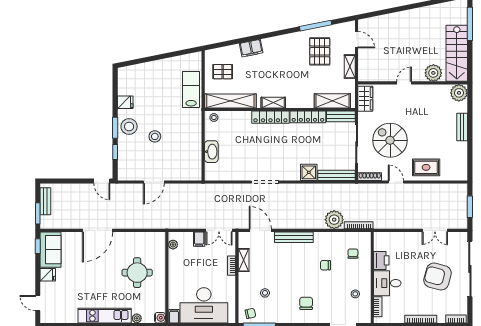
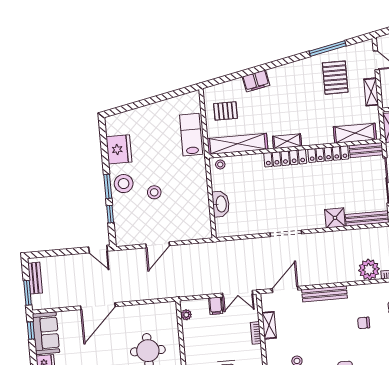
fridge: (125, 102) -> (119, 149), width x1.88, depth x1.34
door: (260, 230) -> (285, 289), hinge flipped

